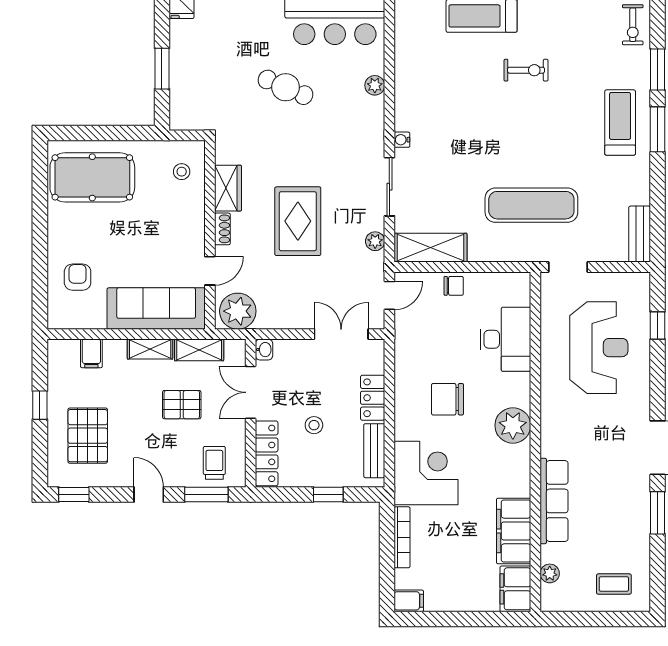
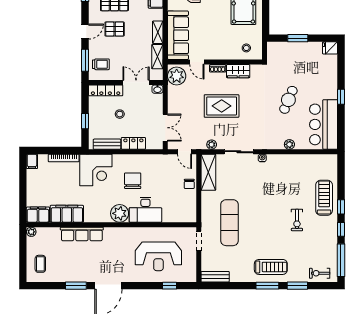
desk: (505, 339) -> (145, 210), moved
pallet: (182, 405) -> (115, 29), moved, turned 90
plant: (550, 573) -> (31, 232), moved

